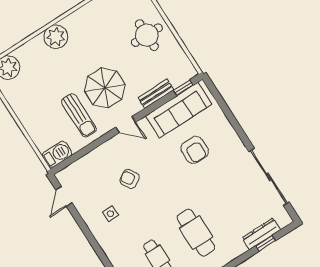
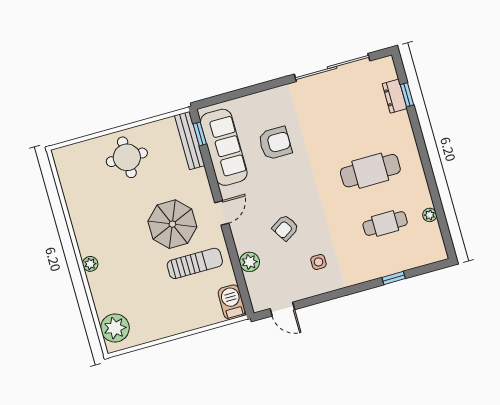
plant: (56, 37) -> (90, 264), width x0.53, depth x0.53
bench: (156, 94) -> (190, 140), moved, width x1.36
plant: (94, 159) -> (250, 262), added
dresser: (261, 234) -> (395, 96), width x0.70

